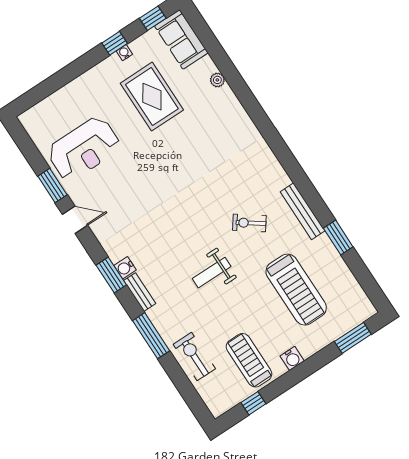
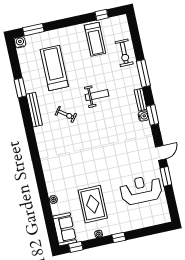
window: (115, 43) -> (119, 238), moved
door: (75, 220) -> (161, 153), swing flipped
water cooler: (292, 358) -> (20, 42), moved

